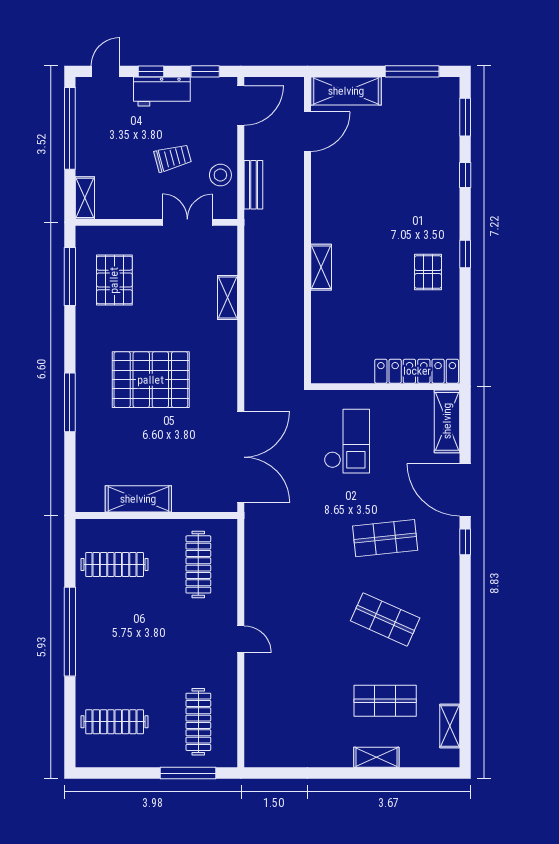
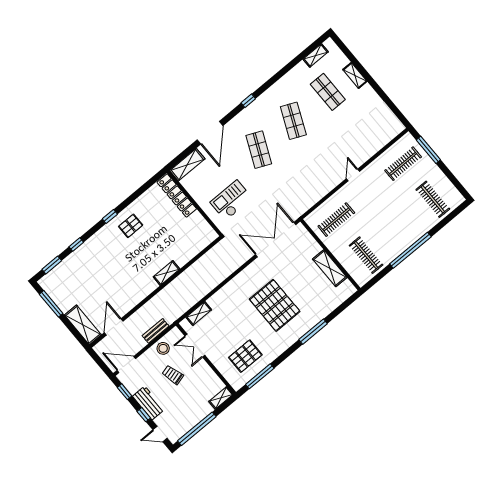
door: (307, 132) -> (114, 327), hinge flipped
shelving: (228, 297) -> (199, 313), moved
shop shelf: (385, 538) -> (259, 150), turned 30
window: (465, 542) -> (248, 101), moved

